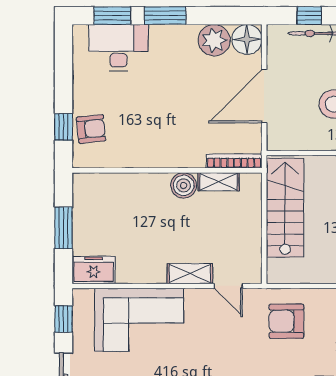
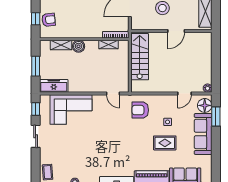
boiler: (184, 185) -> (79, 46), moved
freezer: (94, 270) -> (54, 86), width x1.40
shelving: (190, 274) -> (61, 45), moved

